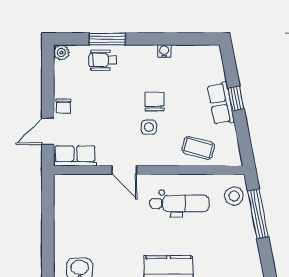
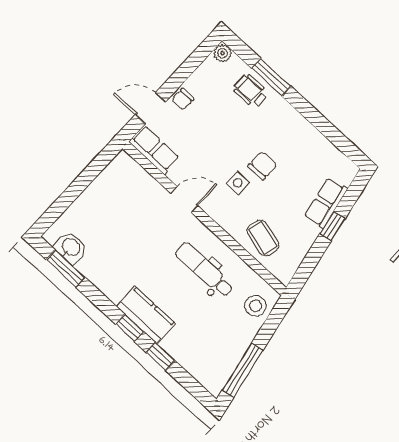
water cooler: (164, 51) -> (309, 131), removed
row of seats: (221, 103) -> (326, 203), moved
door: (124, 170) -> (184, 200), swing flipped
dental chair: (179, 203) -> (204, 270), turned 180
window: (258, 214) -> (243, 370), moved

